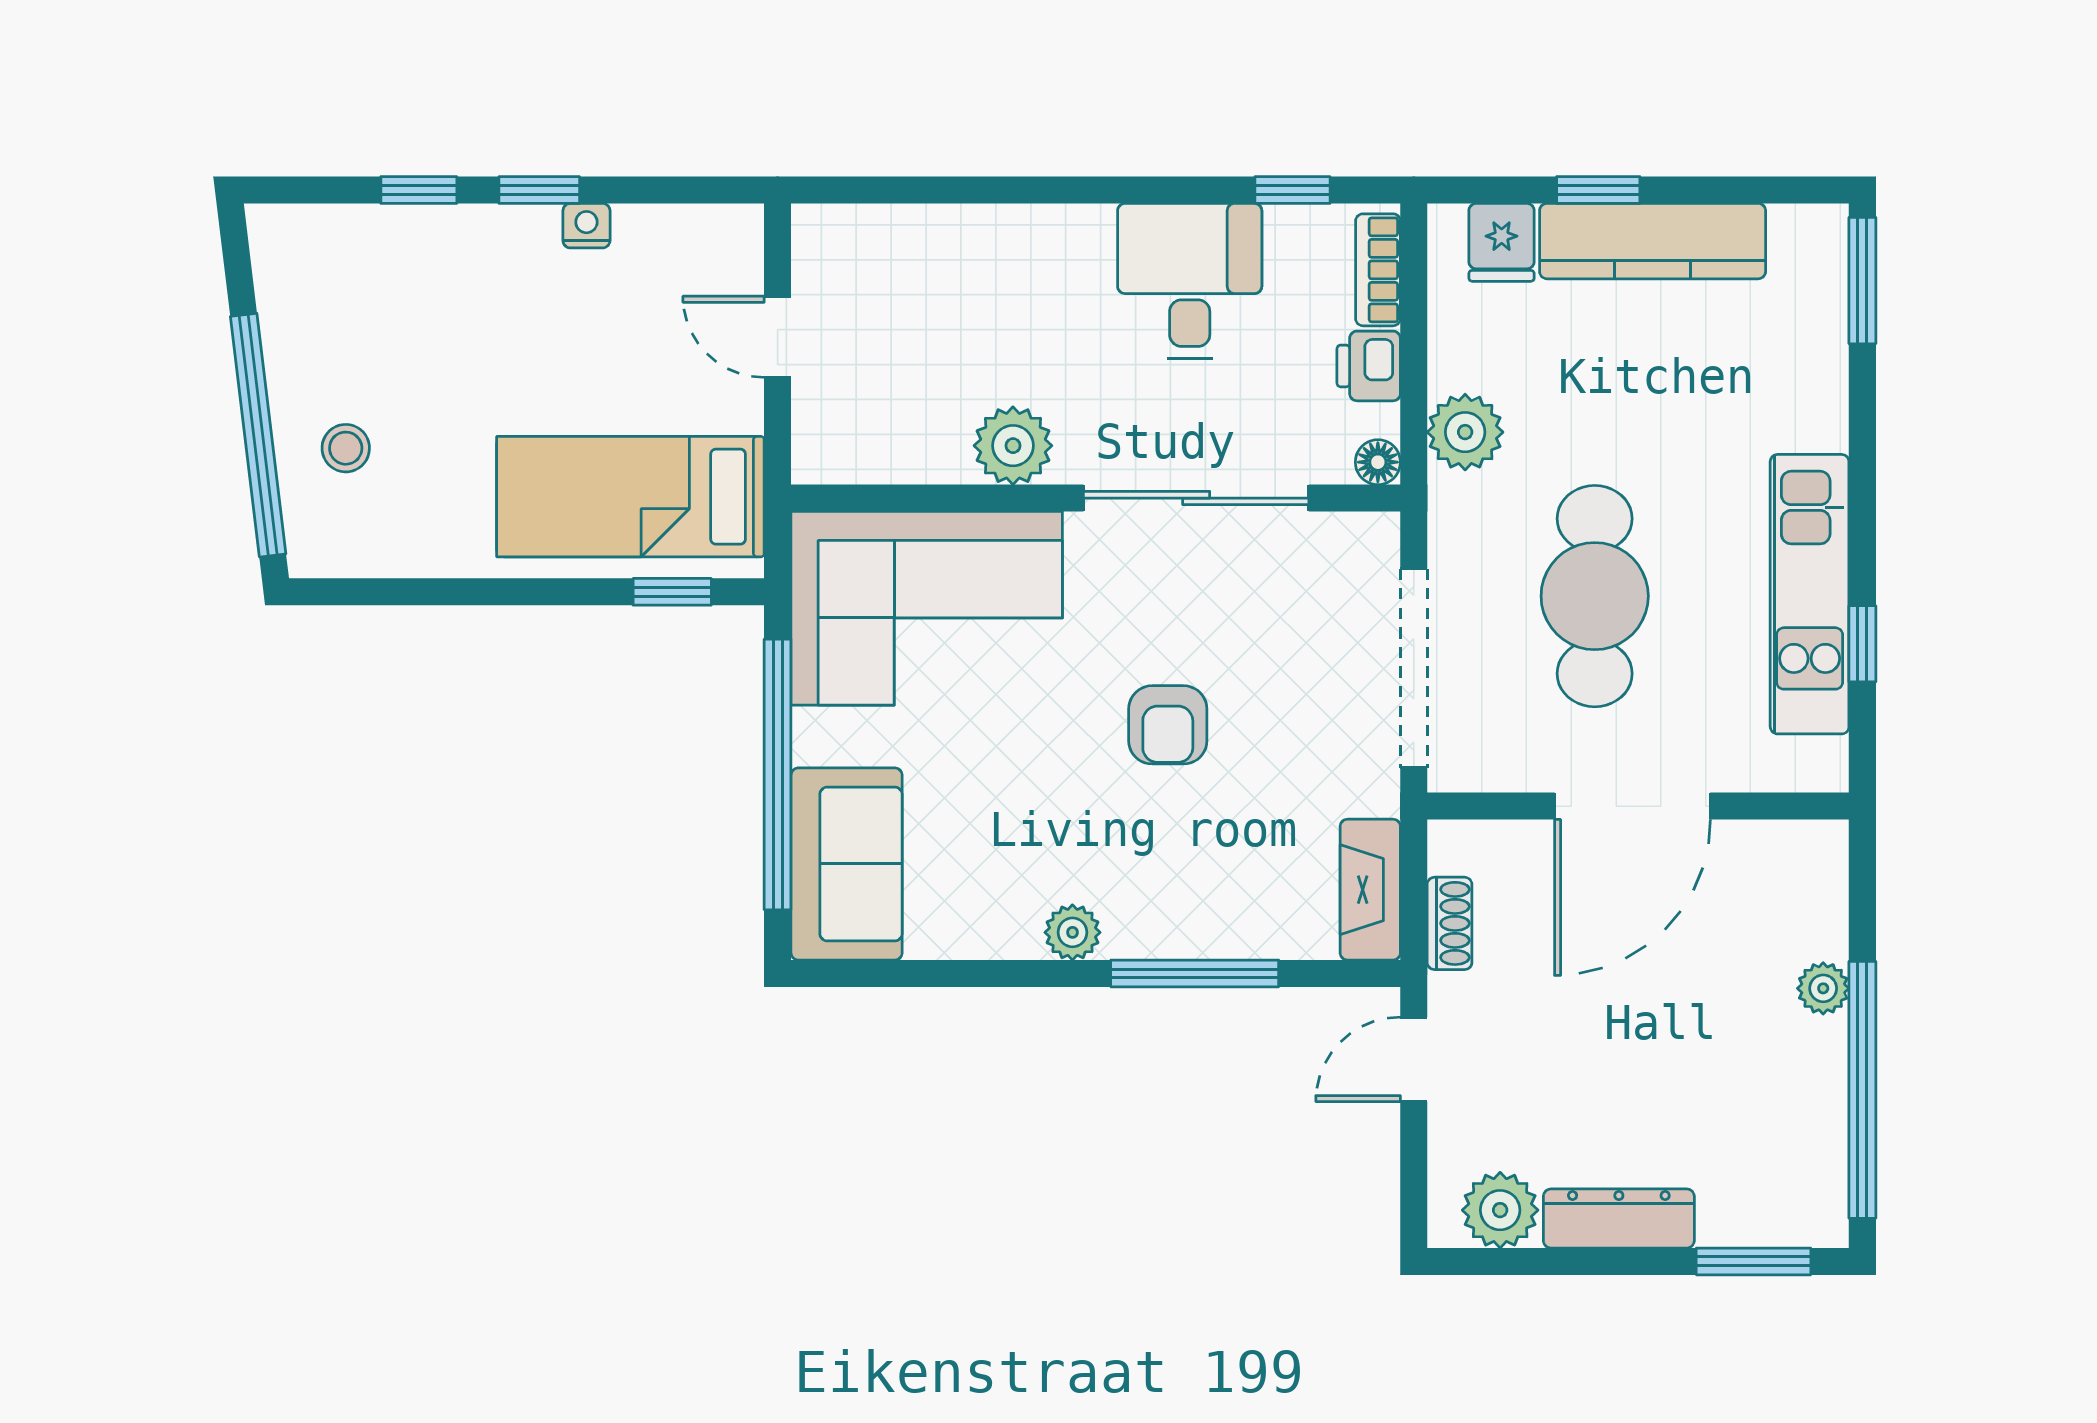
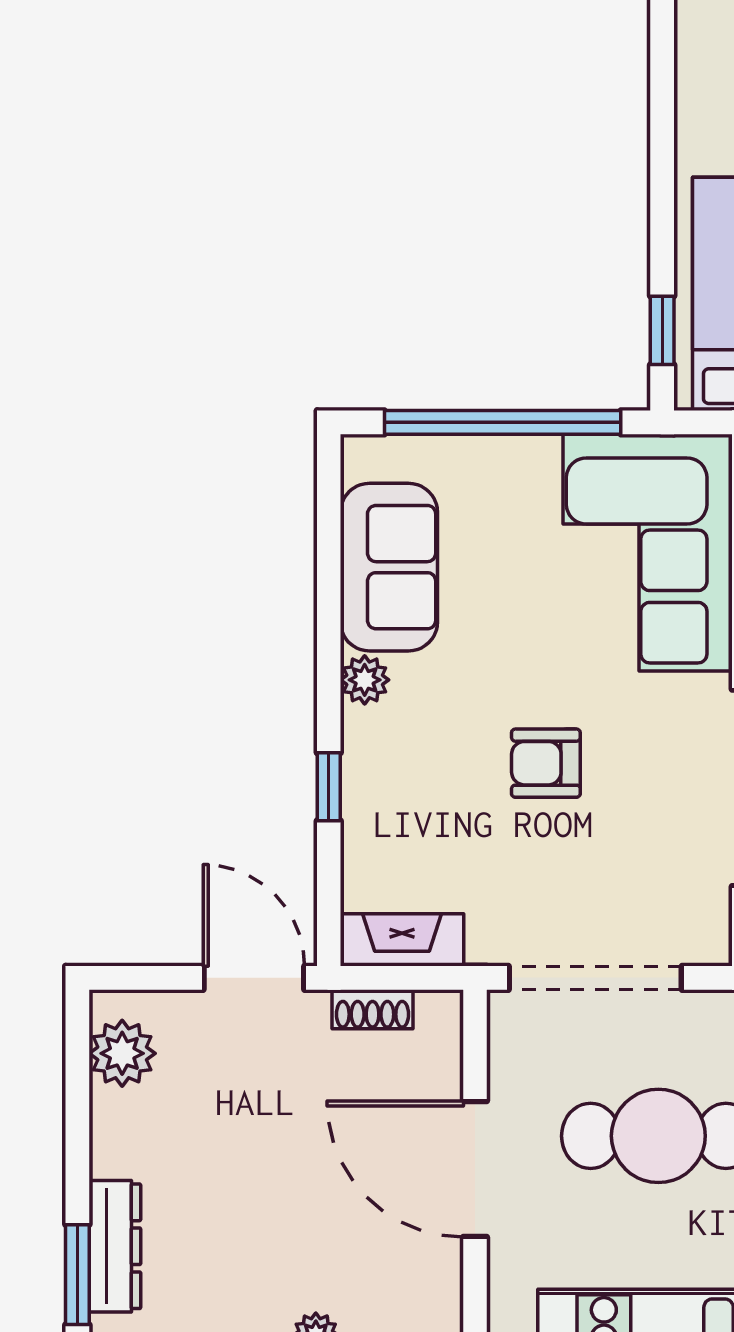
sofa: (847, 864) -> (389, 567), moved, turned -90
window: (1195, 973) -> (329, 787), width x0.46
door: (1414, 1059) -> (254, 978), width x1.38
dresser: (1619, 1219) -> (115, 1246), moved

